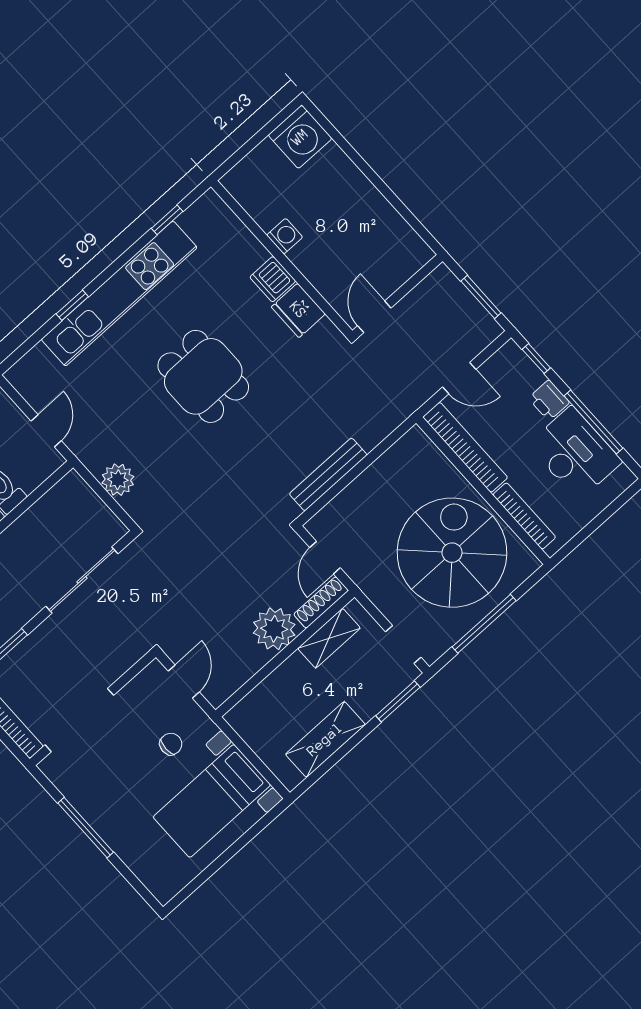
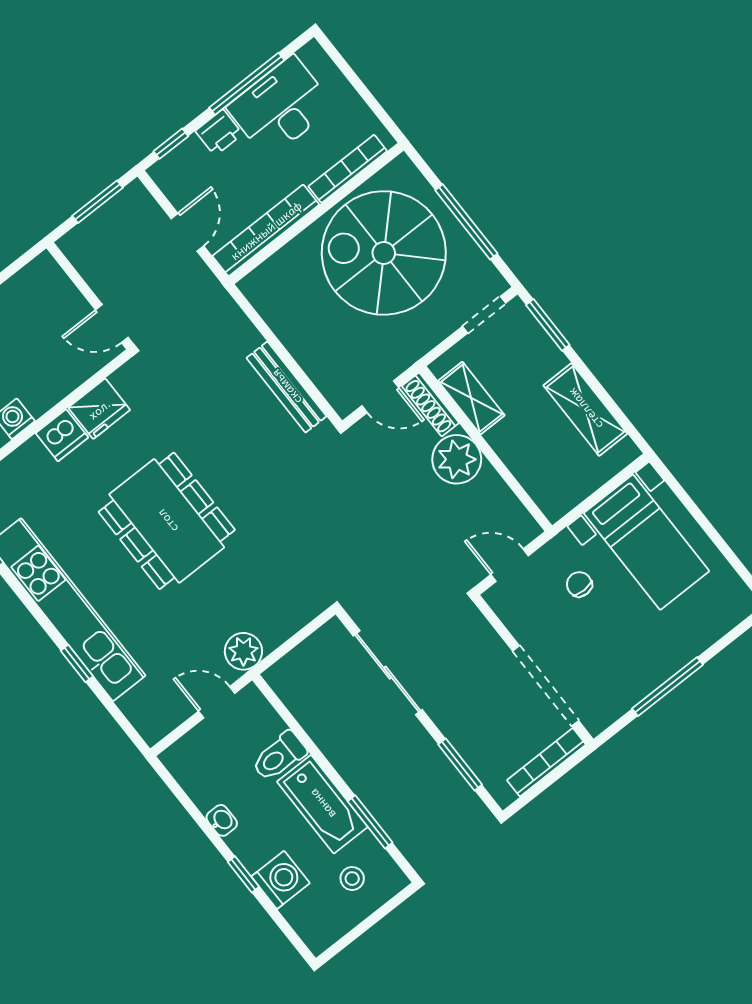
dining table: (203, 376) -> (167, 521), width x1.38
plant: (118, 480) -> (243, 651), moved

